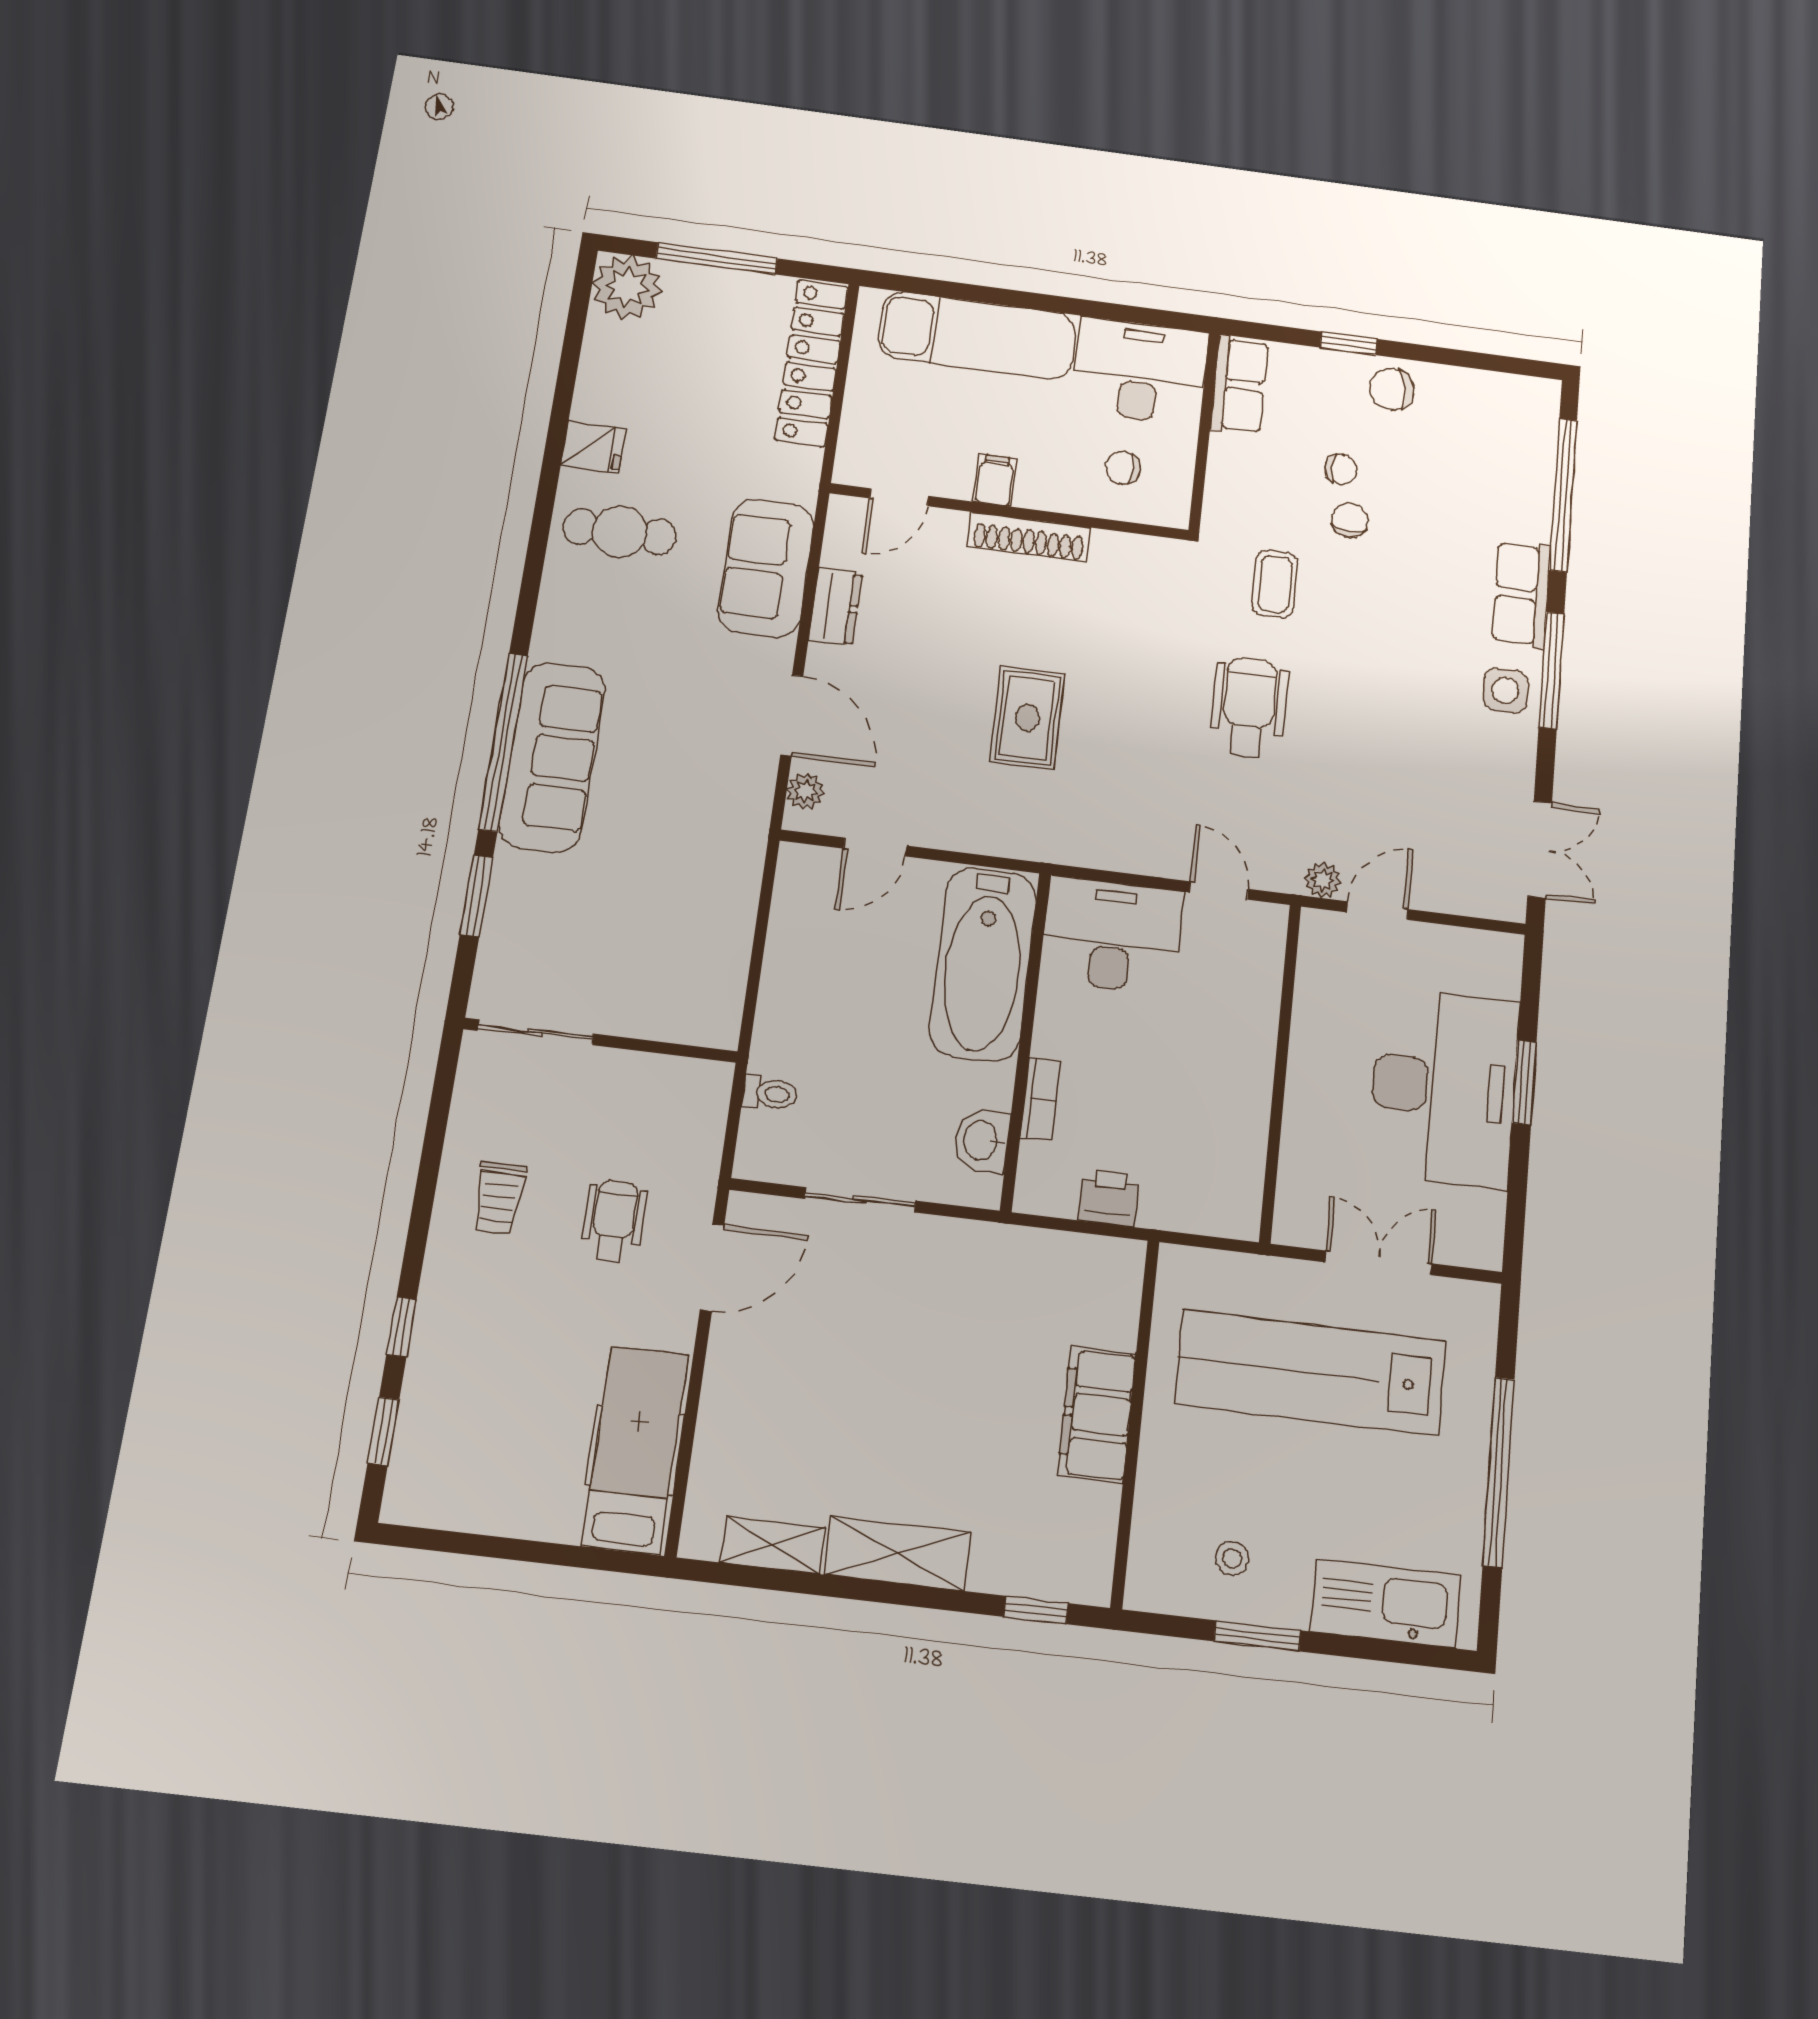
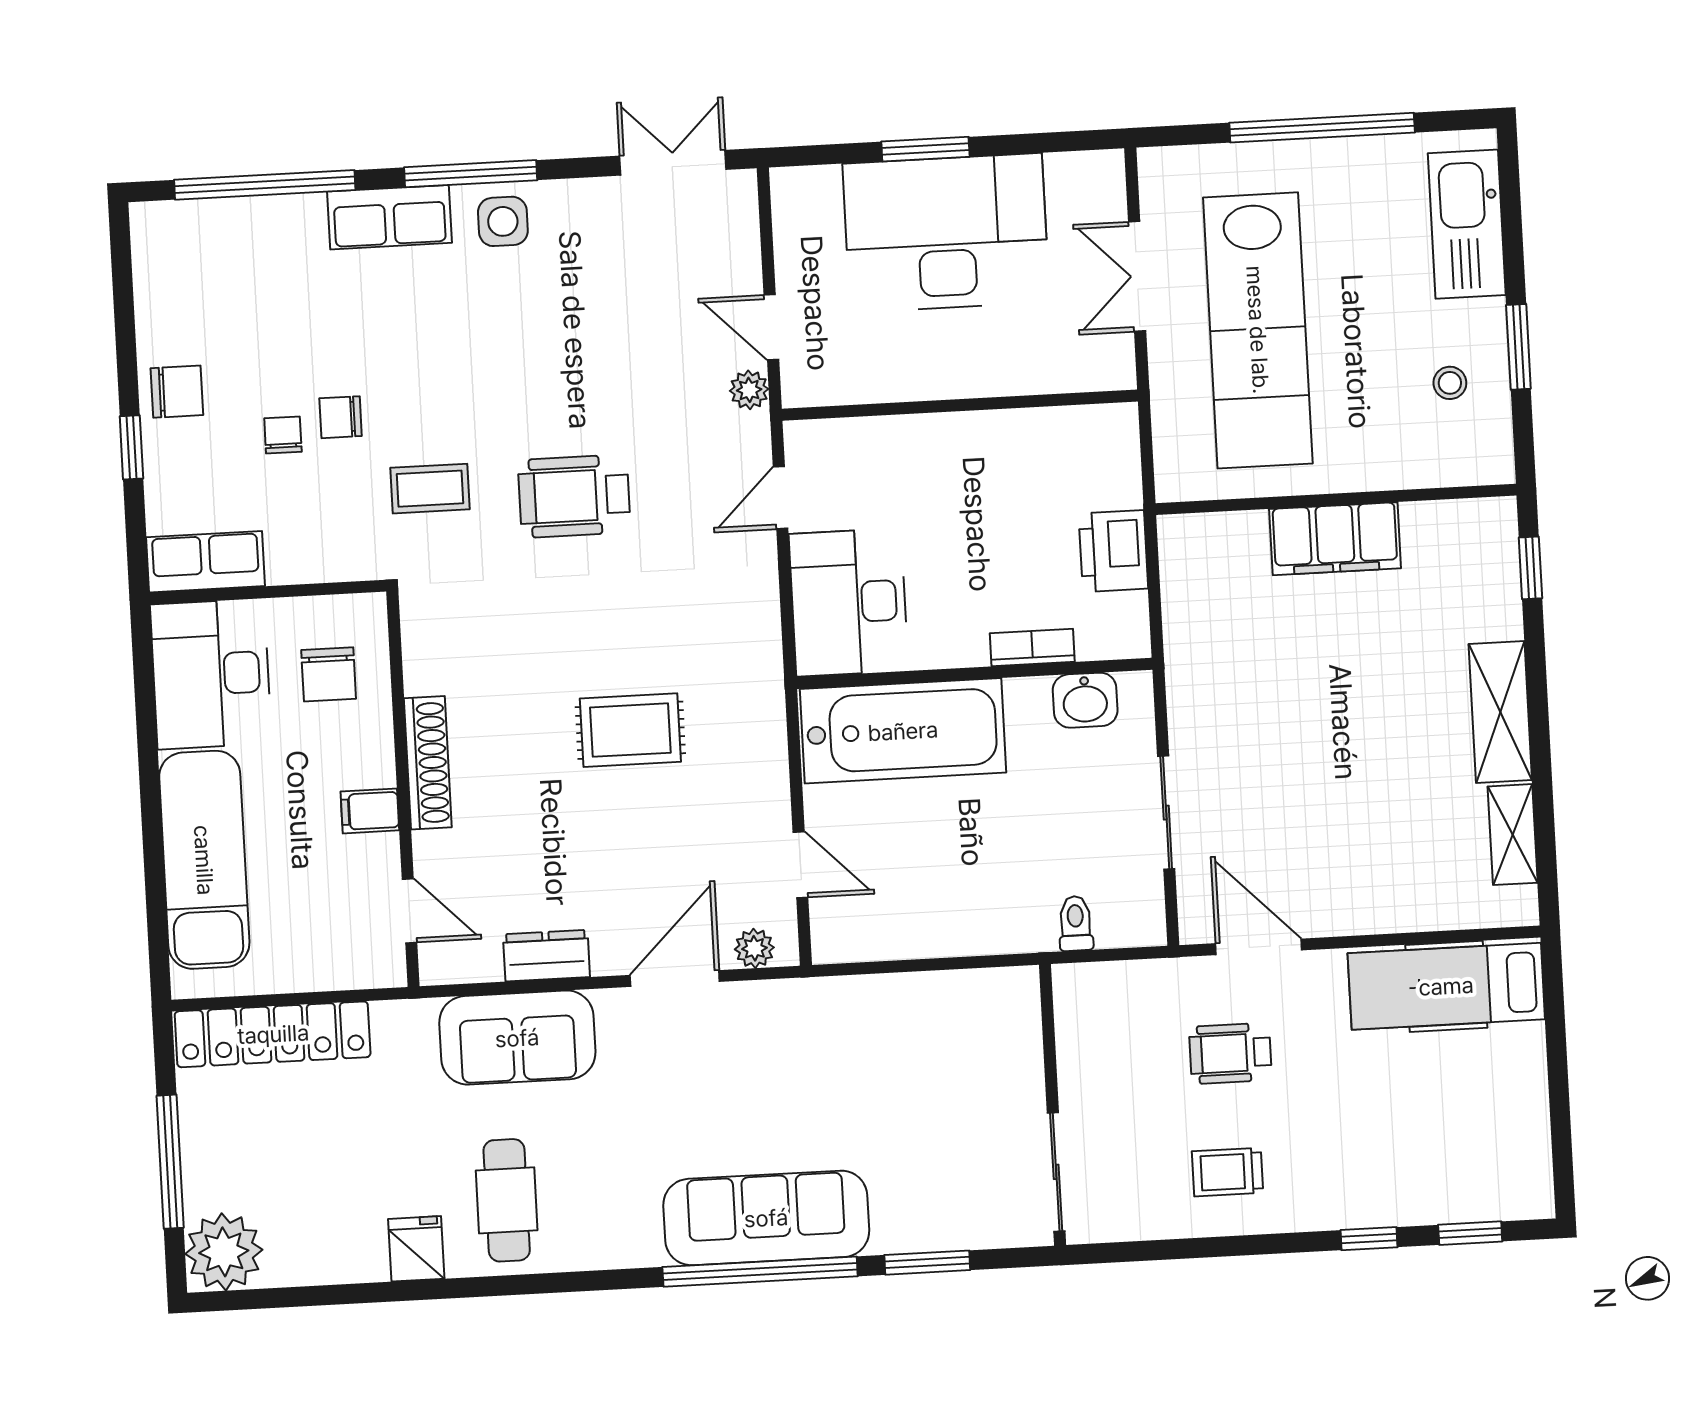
chair: (1392, 389) -> (177, 392), turned -80
chair: (1123, 468) -> (329, 674), width x1.37, depth x1.37
trolley: (499, 1198) -> (1228, 1172), turned 180
printer: (1109, 1198) -> (1113, 551), width x1.36, depth x1.24

